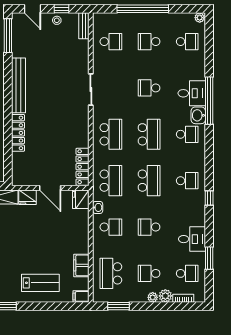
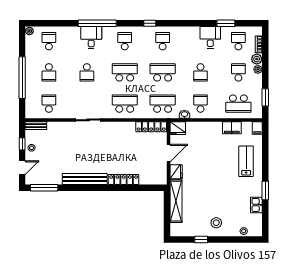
washbasin: (198, 115) -> (109, 32), removed
window: (209, 198) -> (150, 23), moved
school desk: (149, 273) -> (238, 72), turned 180

